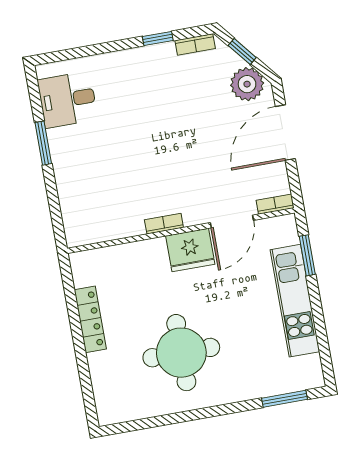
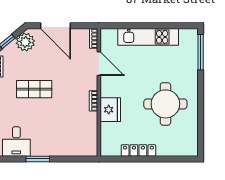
shop shelf: (166, 115) -> (34, 89), added
fridge: (190, 250) -> (110, 110), moved
window: (307, 255) -> (125, 26), removed
window: (284, 399) -> (201, 52), width x1.44

